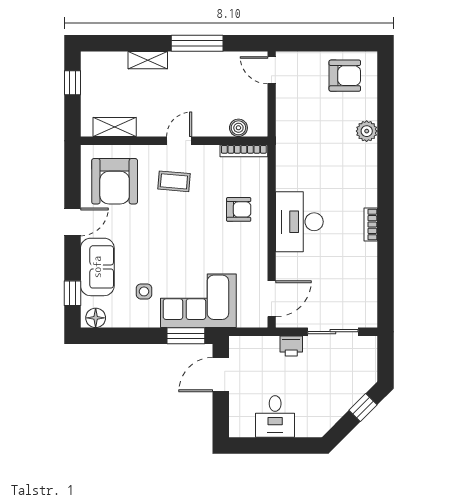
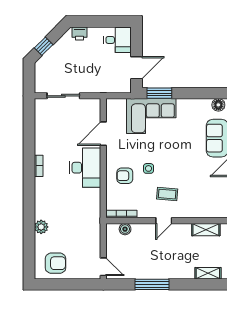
shelving: (148, 60) -> (208, 273), moved
armchair: (345, 76) -> (56, 263), turned 180
armchair: (115, 181) -> (206, 194), removed
side table: (144, 291) -> (148, 168), moved
door: (272, 299) -> (103, 134), moved
printer: (291, 346) -> (79, 33), moved, turned 180
desk: (275, 416) -> (118, 40), moved, turned 90

